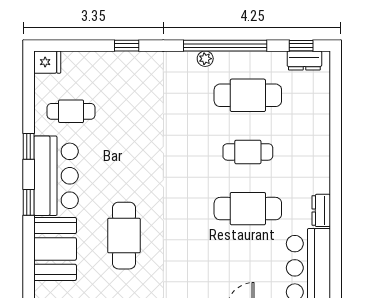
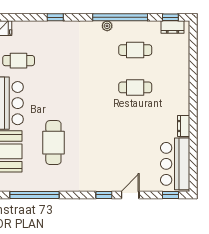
cafe table: (248, 95) -> (135, 50), width x0.73, depth x0.74
cafe table: (248, 209) -> (135, 125), removed

